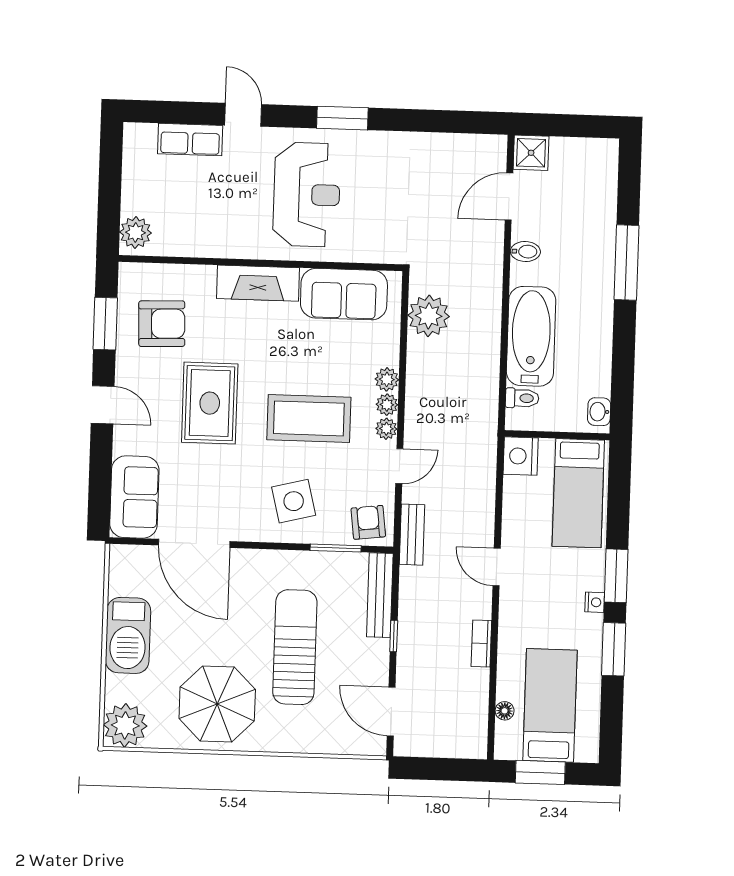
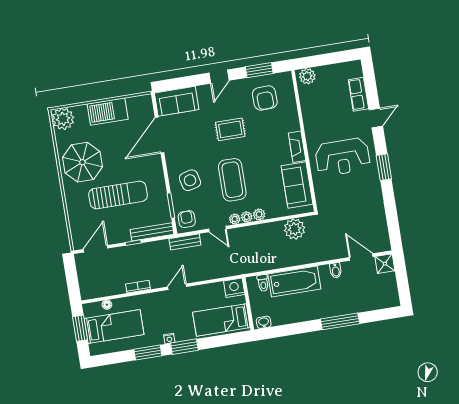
fireplace: (258, 283) -> (297, 147), width x0.73, depth x0.76
rug: (210, 403) -> (230, 129), width x0.73, depth x0.70
armchair: (368, 522) -> (187, 219), turned -83

